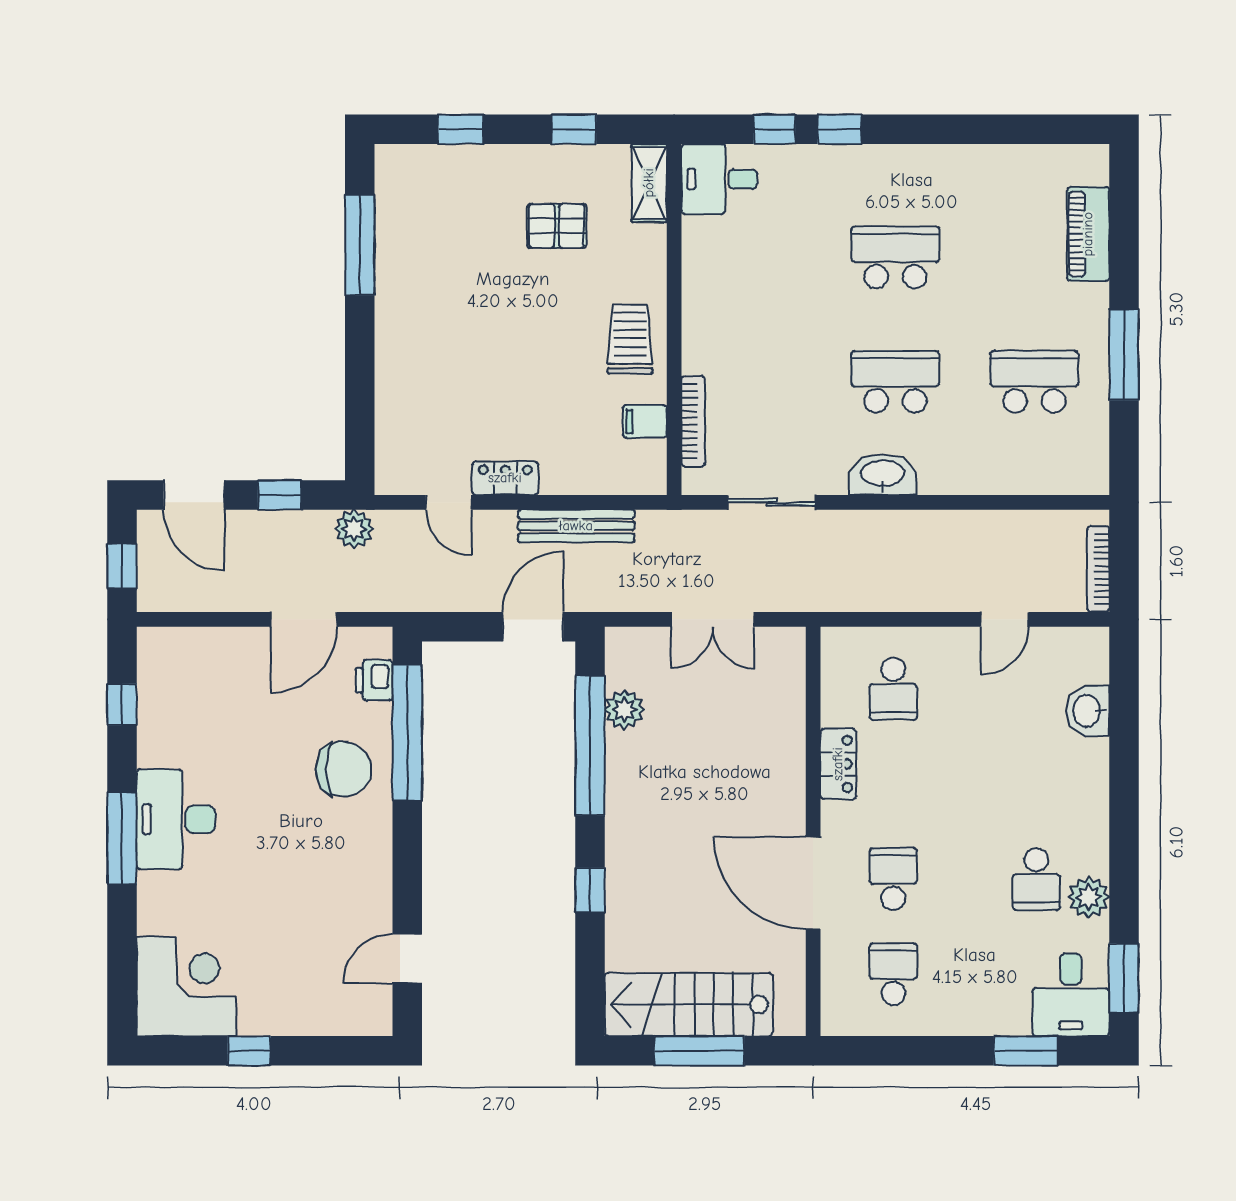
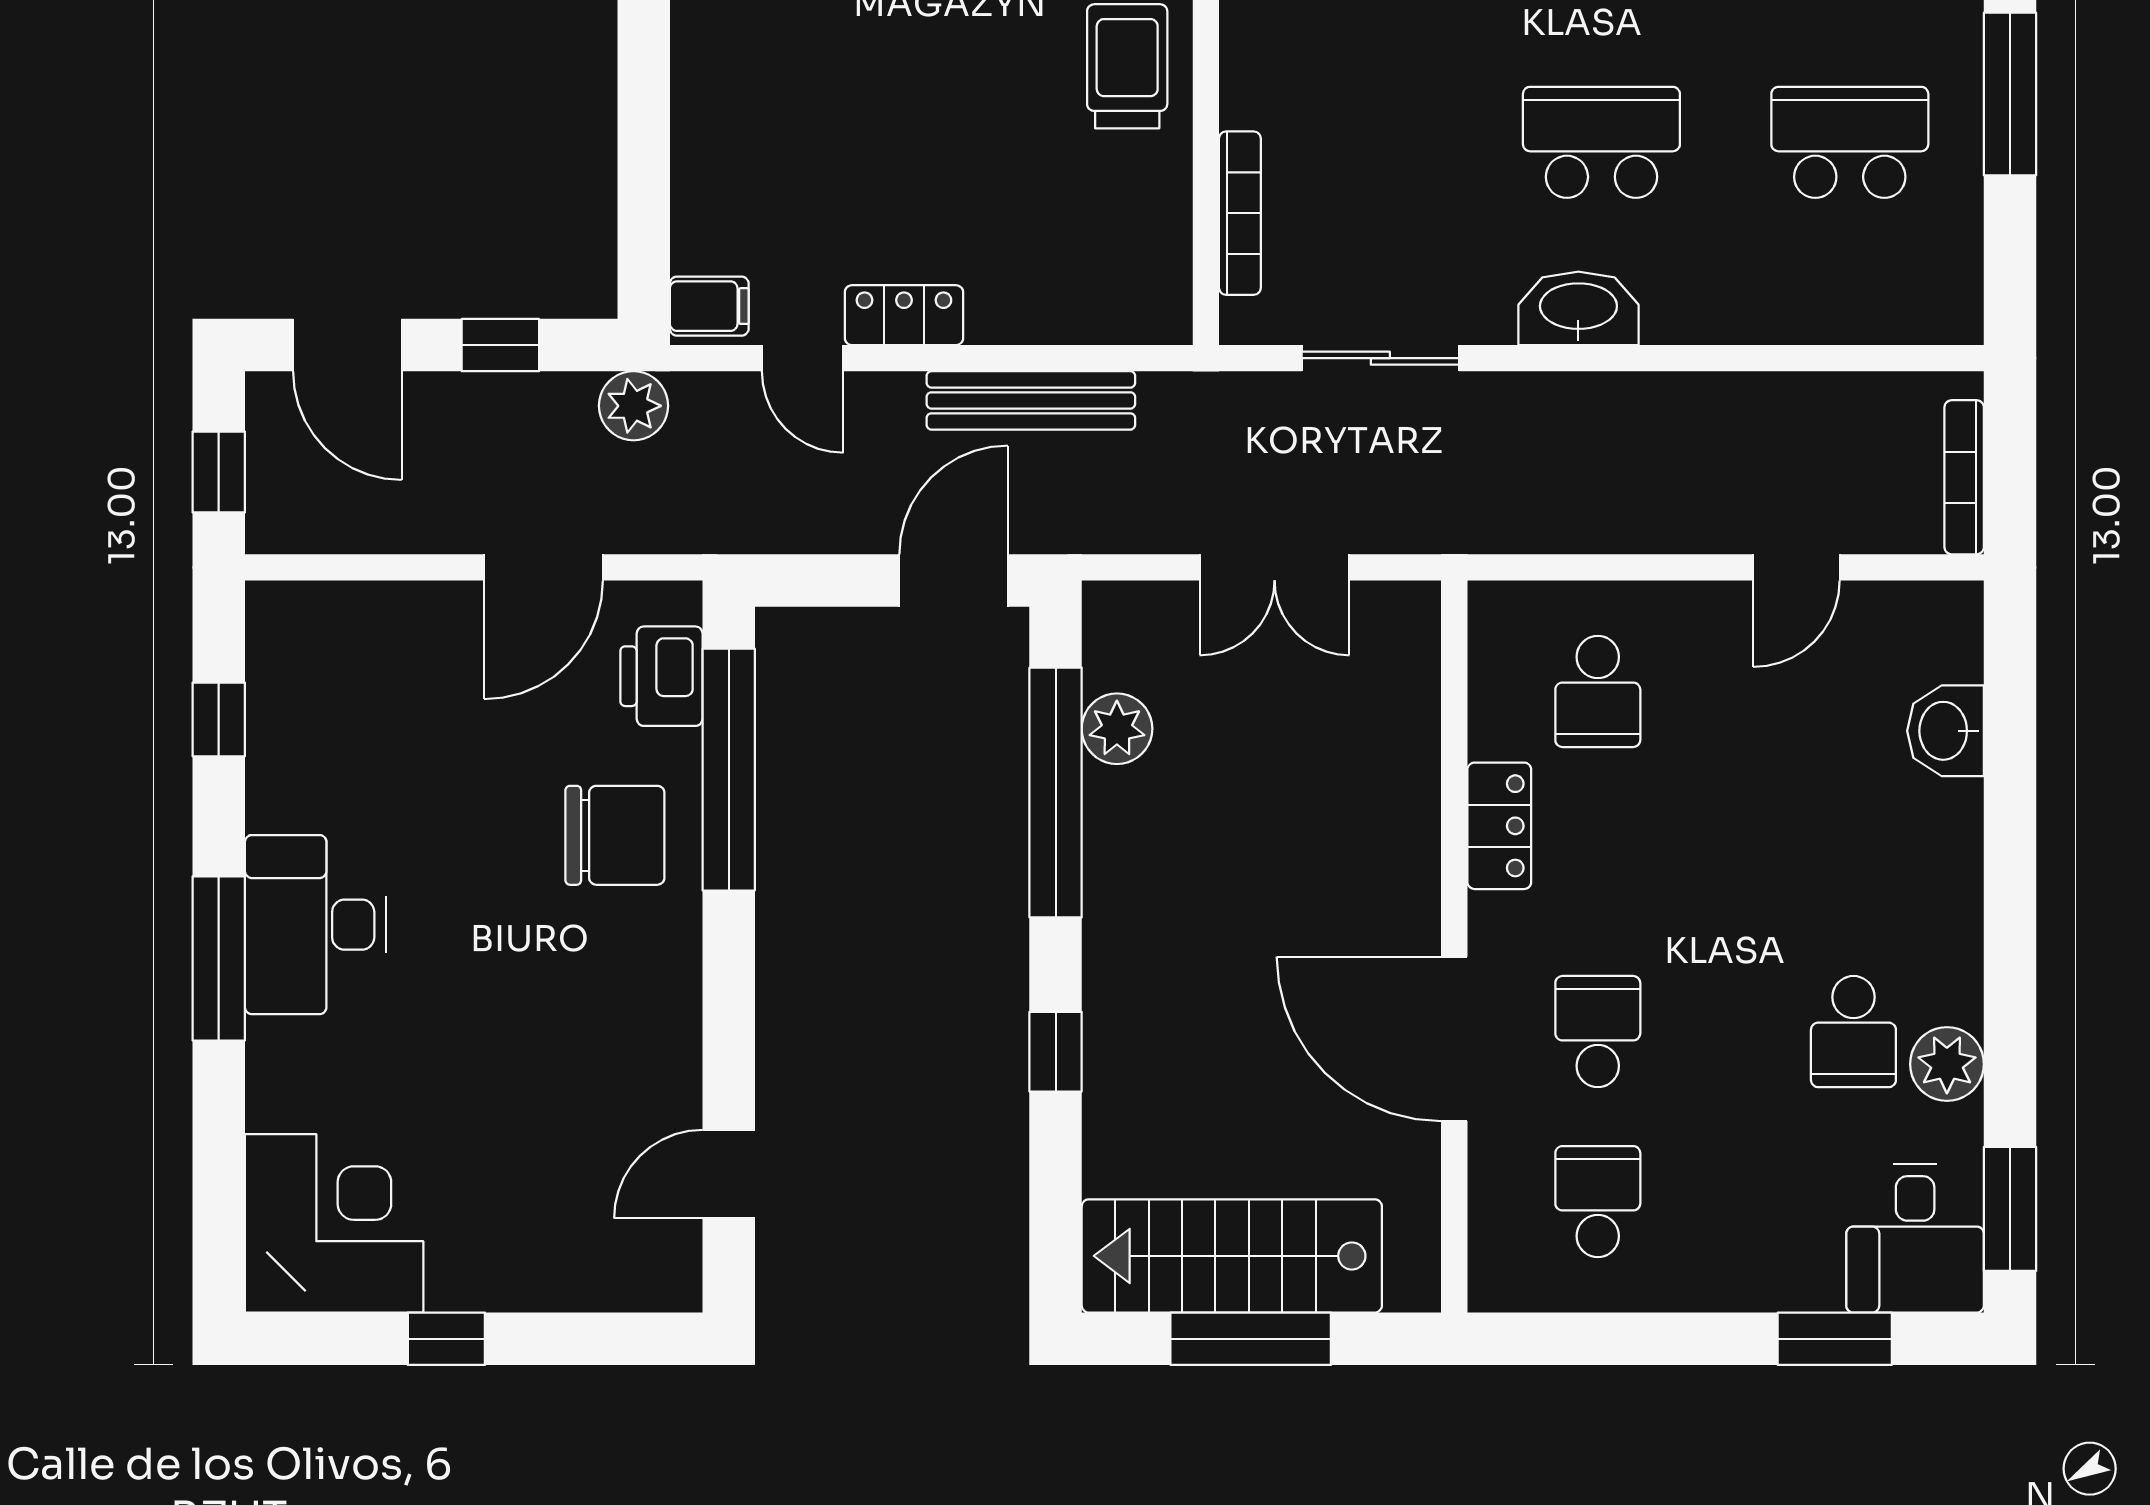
filing cabinet: (645, 421) -> (709, 306), moved, turned 180
printer: (374, 680) -> (661, 676), width x1.36, depth x1.24

